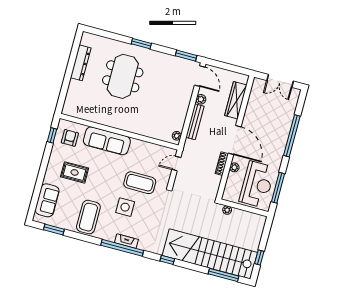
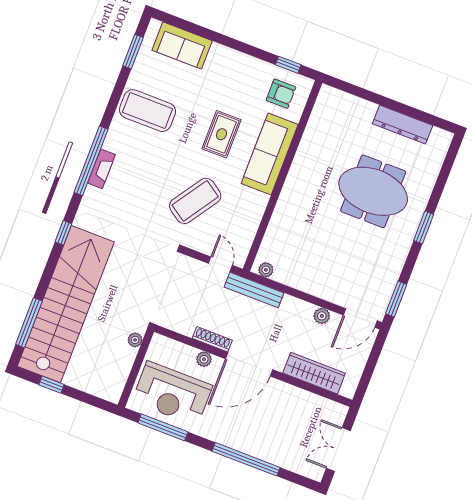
bench: (195, 122) -> (254, 290), moved
rug: (75, 172) -> (222, 134), moved
coffee table: (140, 183) -> (195, 201), turned 34
side table: (125, 207) -> (158, 173), removed

